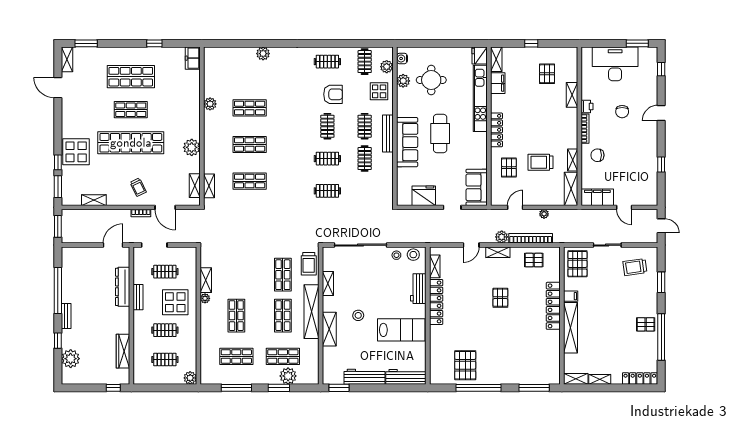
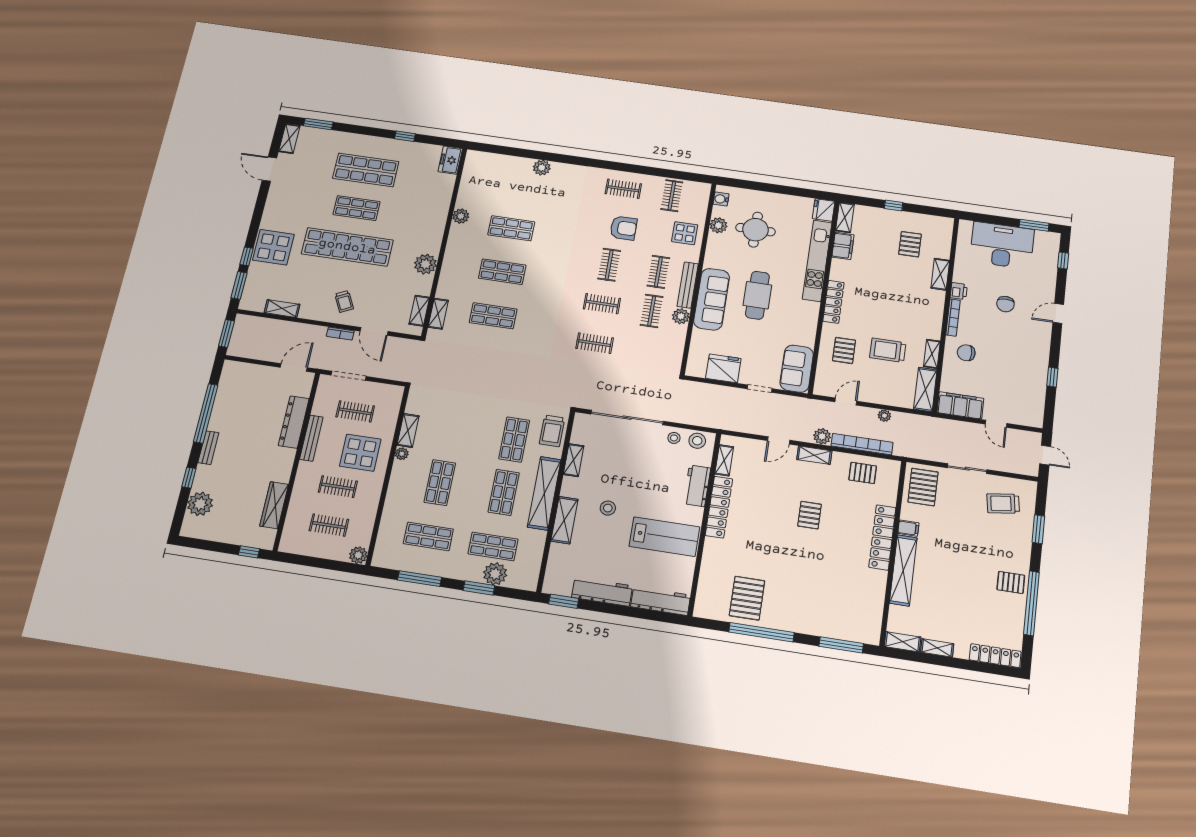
plant: (387, 67) -> (681, 316), moved
bench: (138, 297) -> (311, 438), width x1.36

